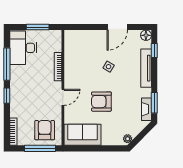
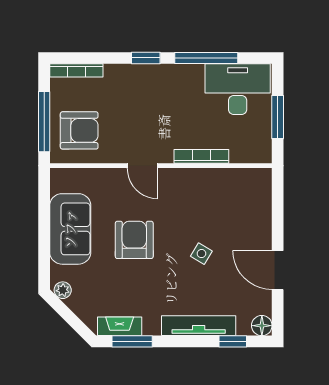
sofa: (82, 135) -> (70, 229), moved

